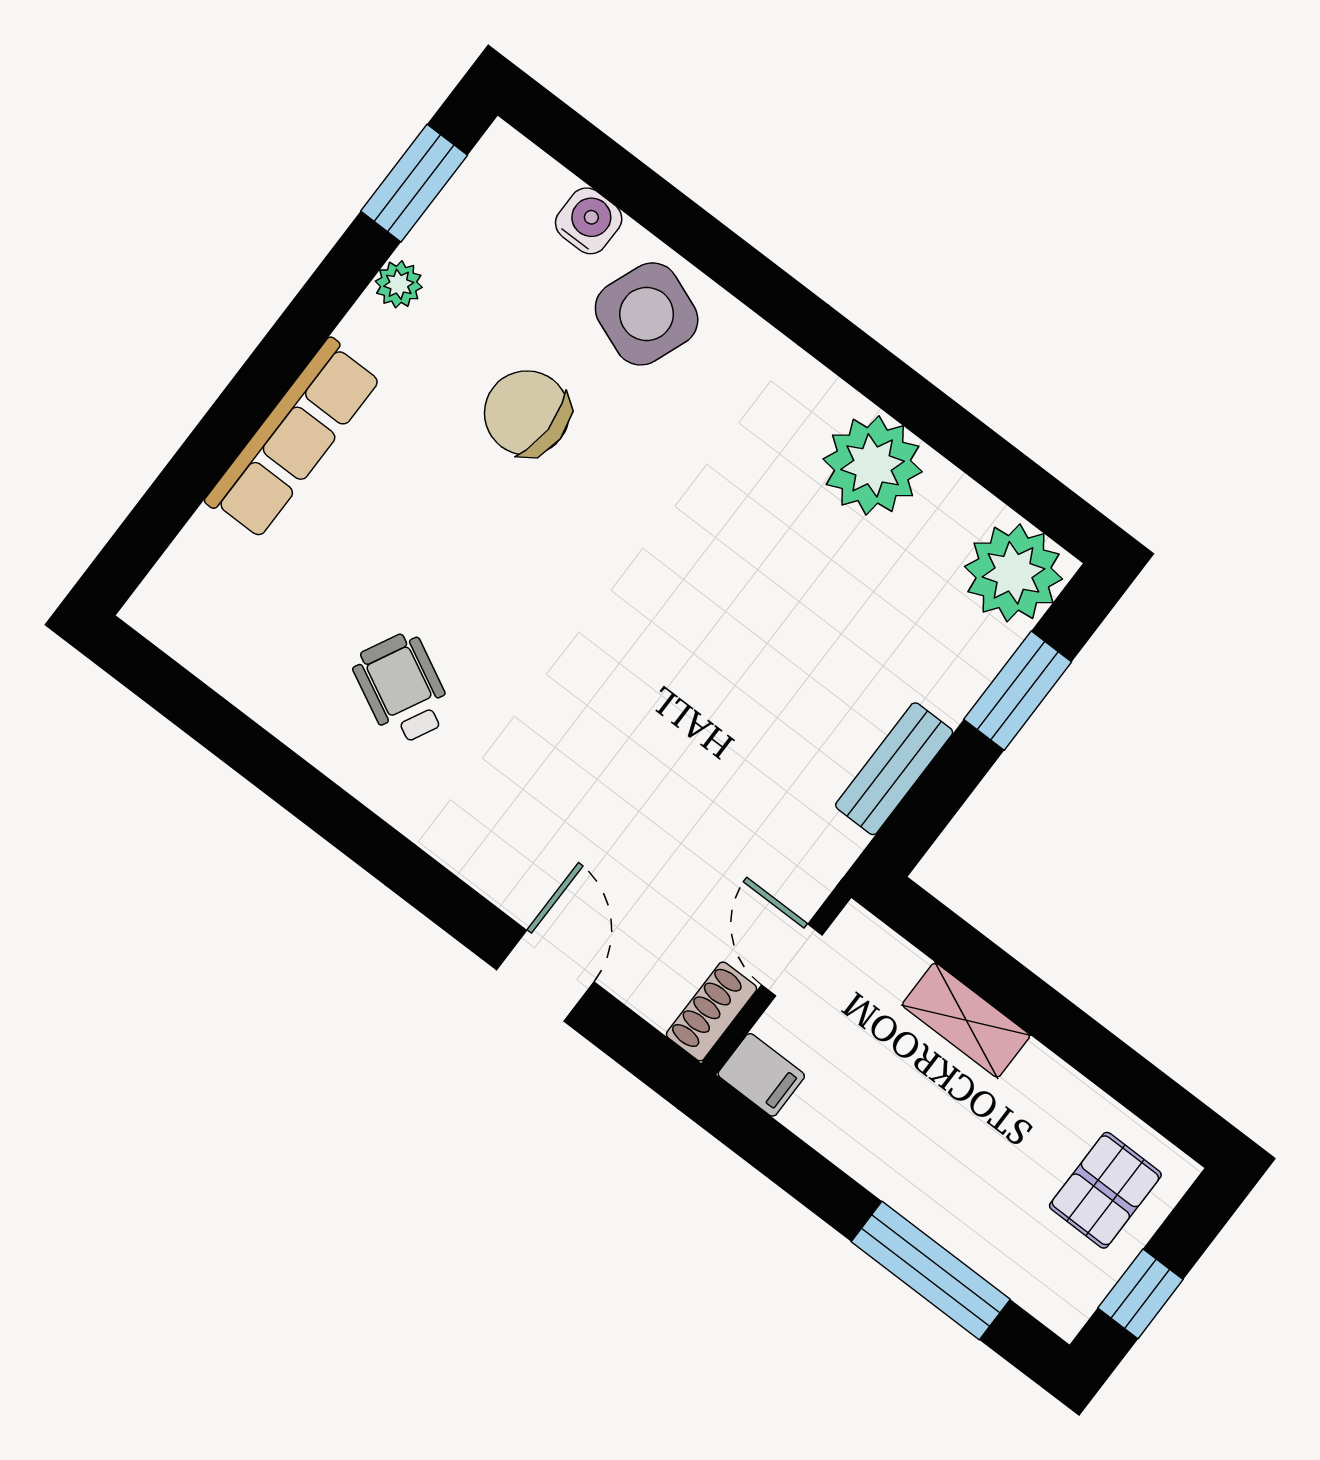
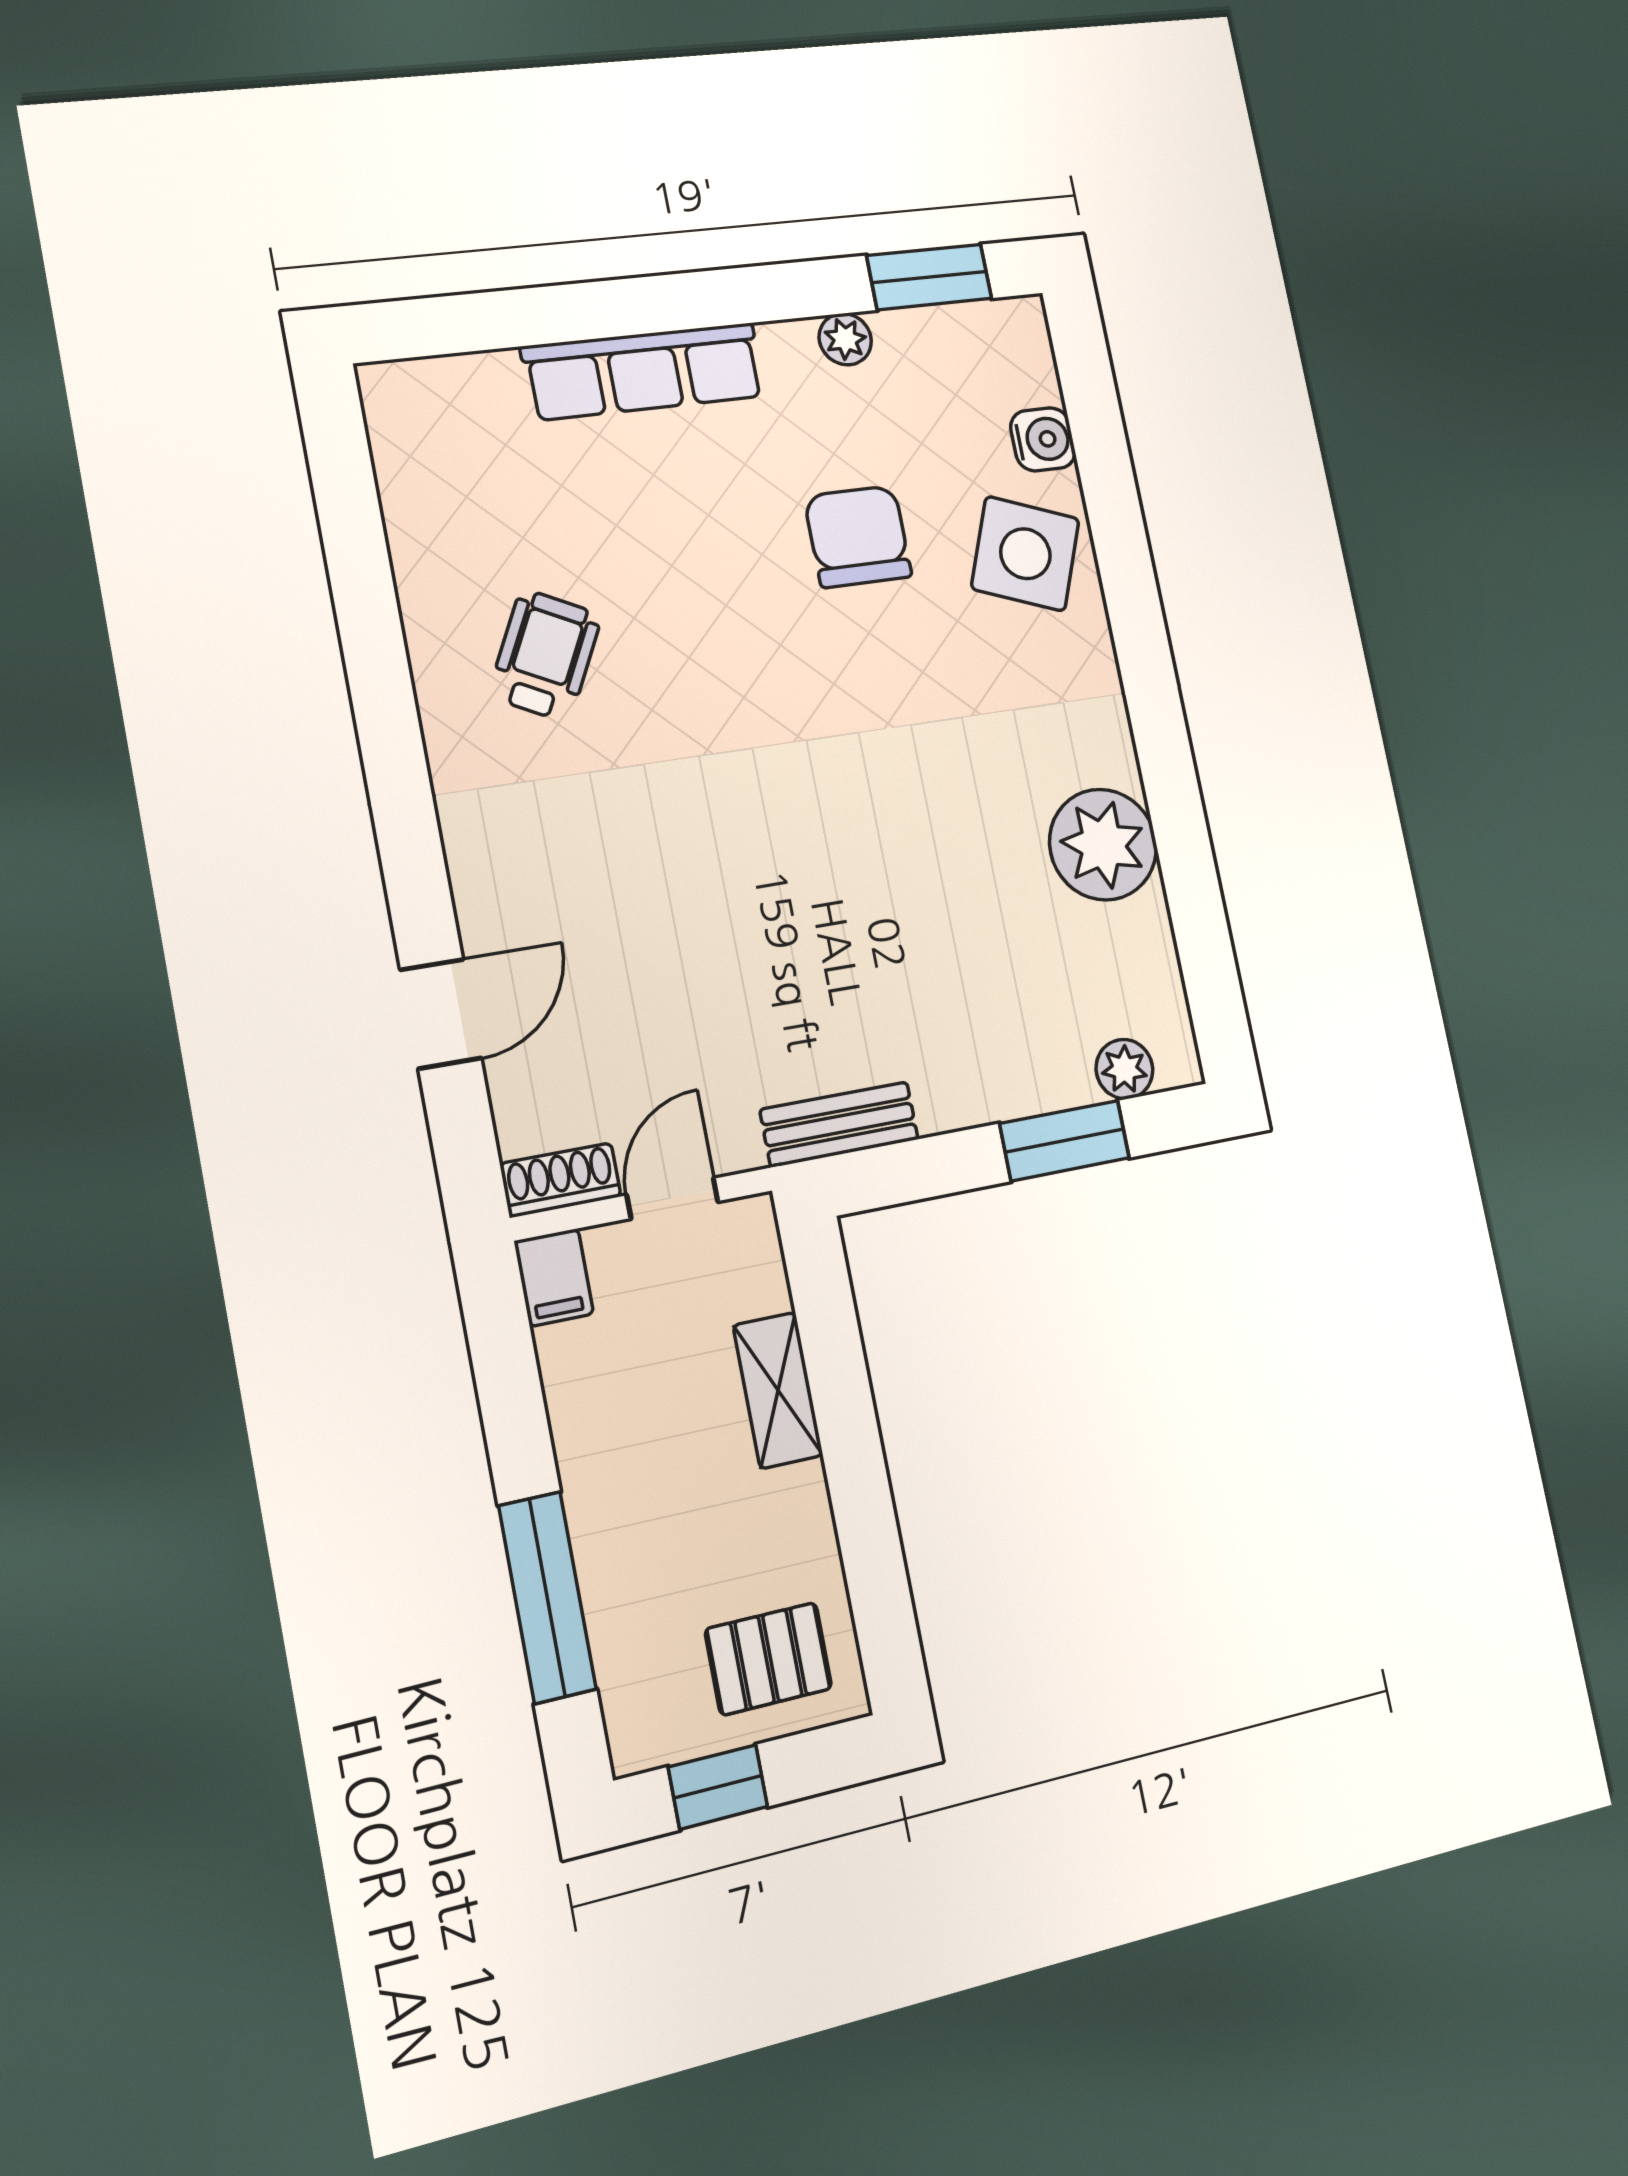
plant: (1014, 573) -> (1124, 1069), width x0.53, depth x0.53
bench: (894, 769) -> (839, 1124), moved

